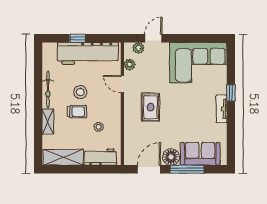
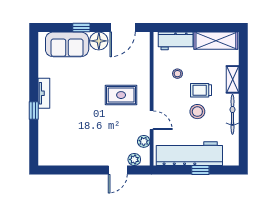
corner sofa: (198, 63) -> (69, 143), removed
rug: (150, 107) -> (121, 95), turned 90
window: (187, 169) -> (81, 28), width x0.46

